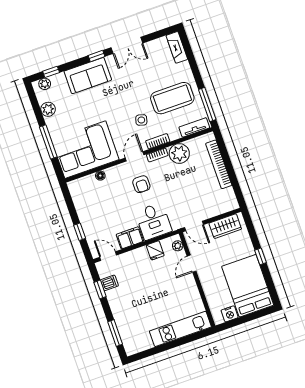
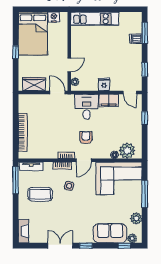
sofa: (88, 76) -> (110, 233), moved
coffee table: (172, 98) -> (40, 194), width x0.73, depth x0.76
plant: (179, 153) -> (127, 151), moved
fridge: (155, 250) -> (104, 84), moved
dishwasher: (109, 283) -> (136, 39), moved

